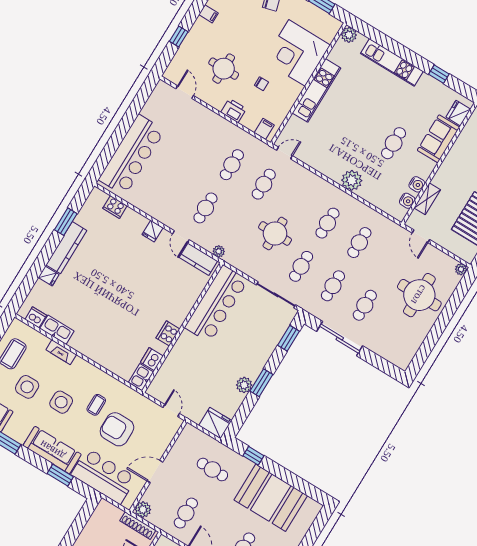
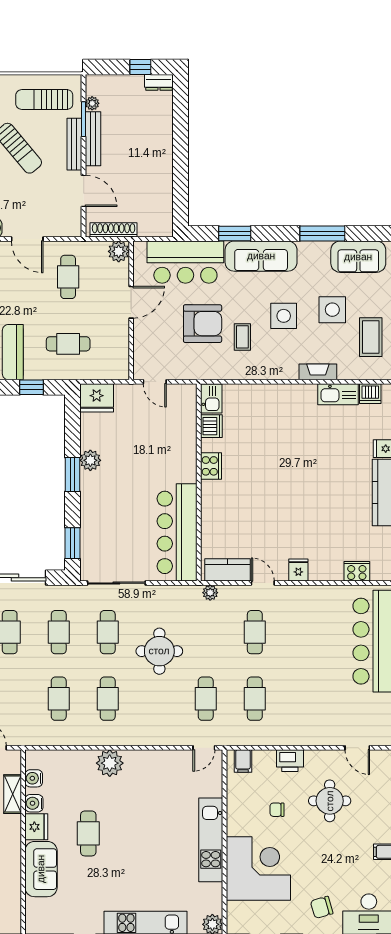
fridge: (458, 113) -> (36, 827), moved

